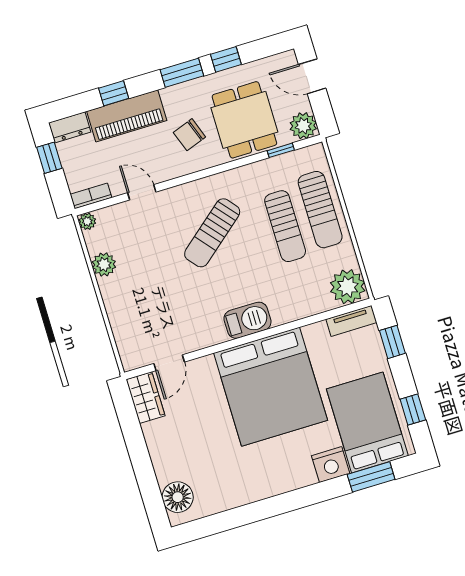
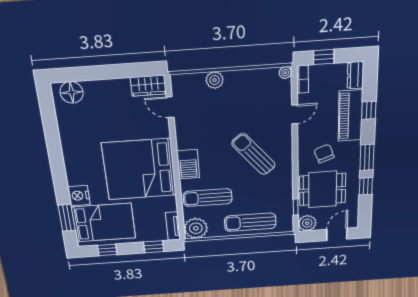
window: (49, 158) -> (324, 57), moved
sun lounger: (285, 226) -> (208, 198), moved
plant: (104, 264) -> (215, 80), moved

